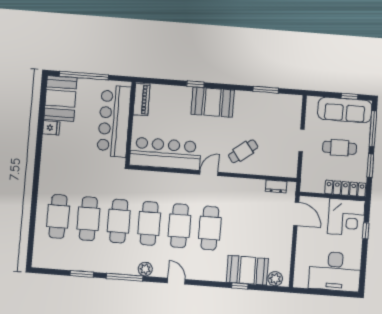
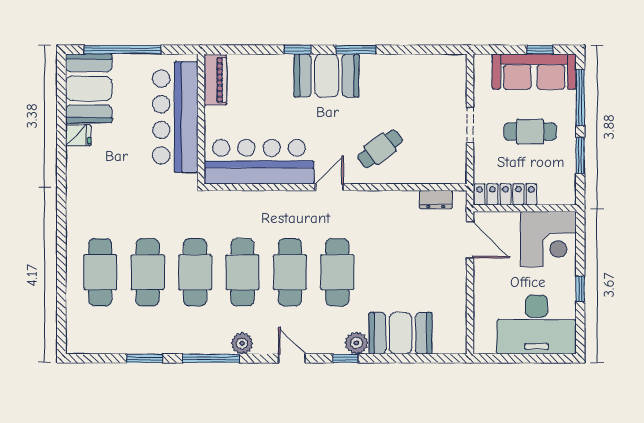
window: (266, 90) -> (356, 50), moved
locker: (345, 188) -> (505, 194), moved
window: (366, 231) -> (580, 289), moved
plant: (275, 279) -> (356, 343), moved
window: (240, 286) -> (346, 358), moved

